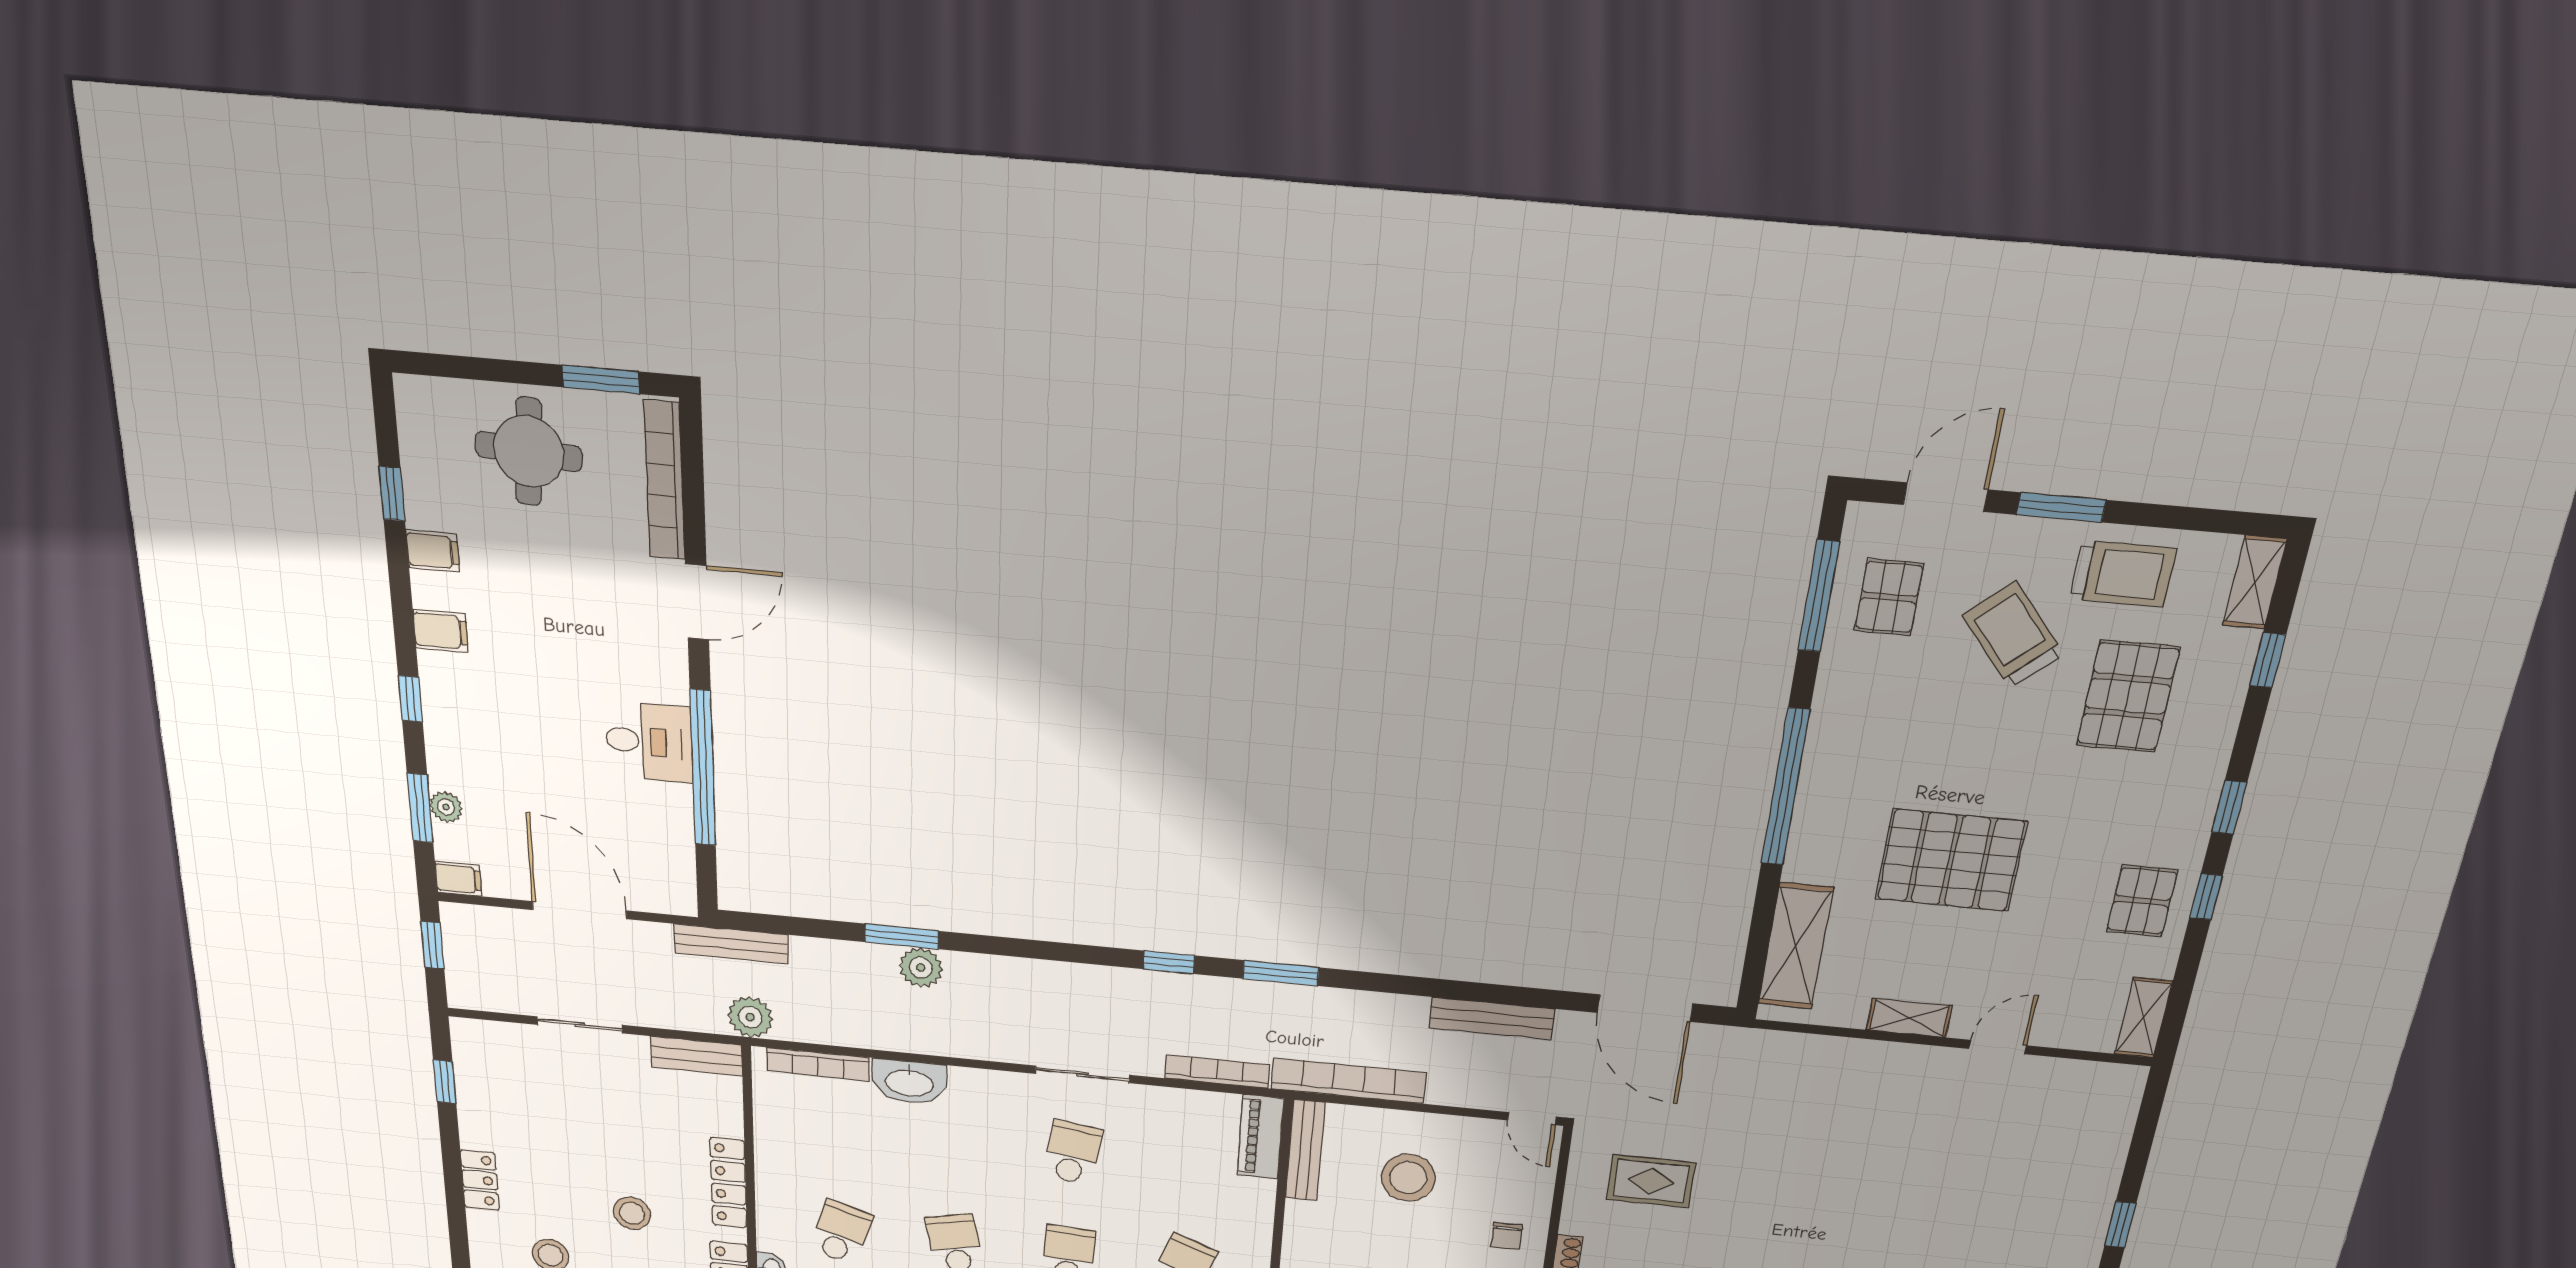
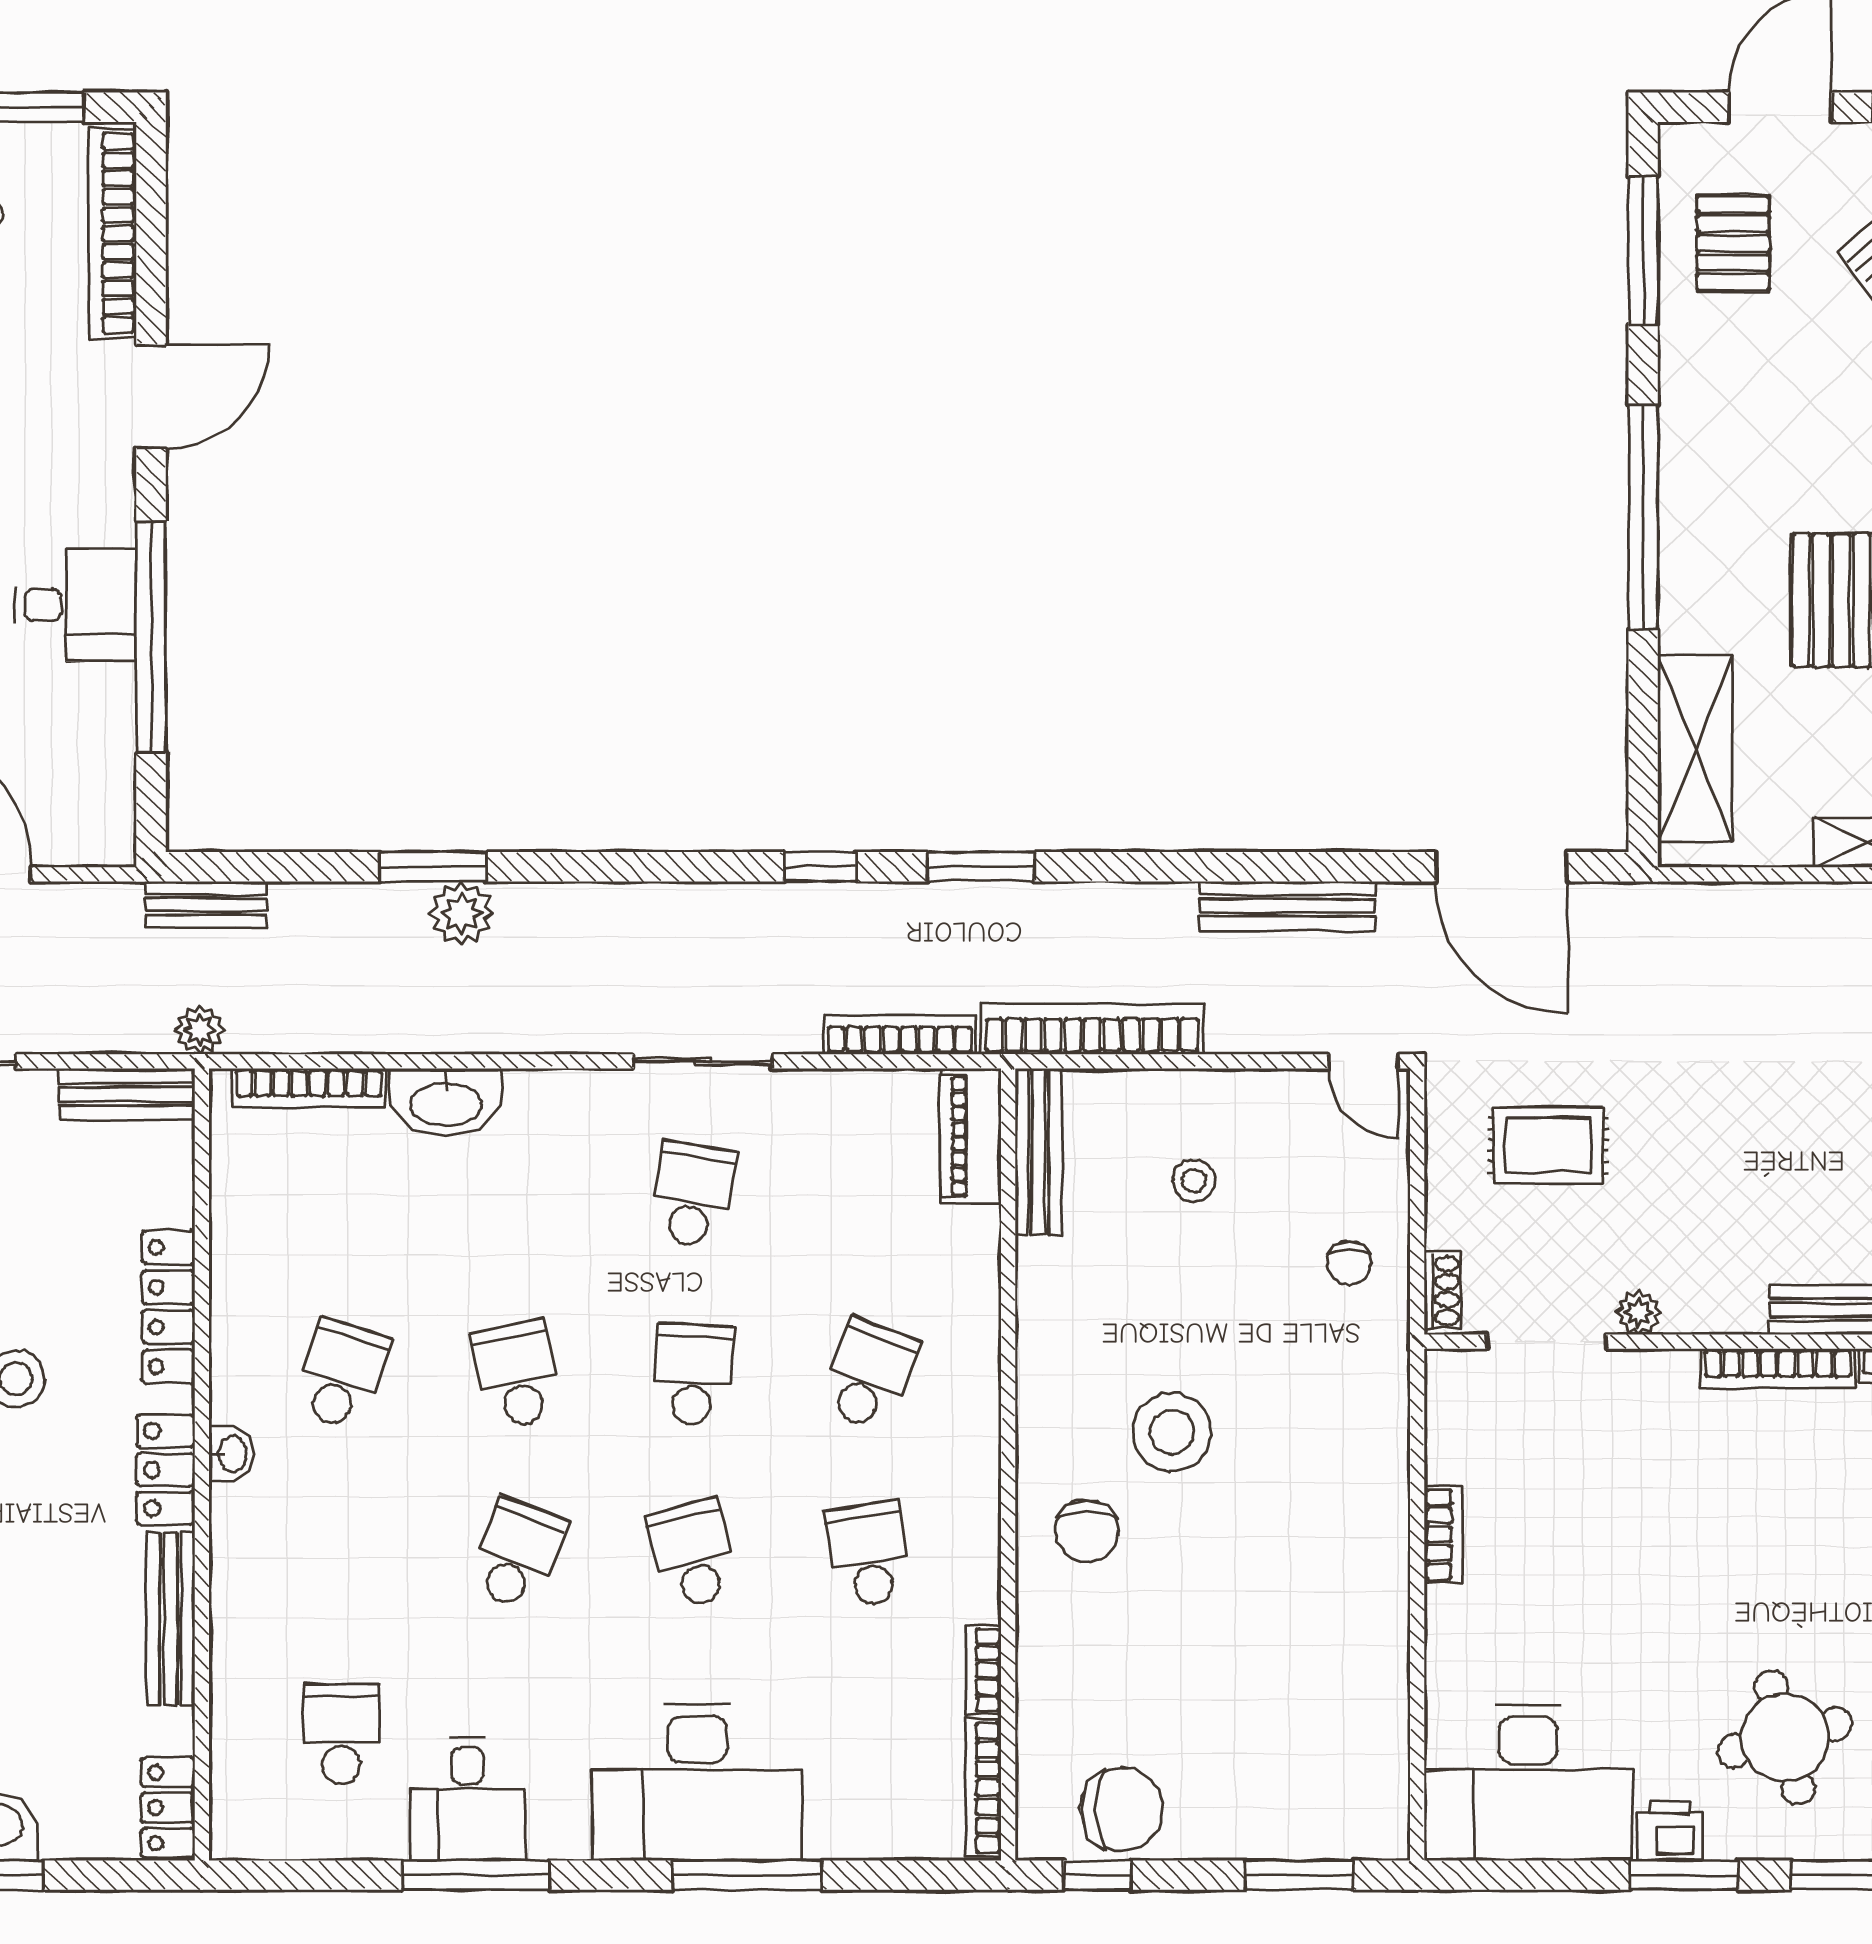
bench: (731, 944) -> (206, 905), width x0.73
plant: (750, 1017) -> (200, 1030), width x0.73, depth x0.73
stool: (1408, 1178) -> (1194, 1180), width x0.53, depth x0.53

